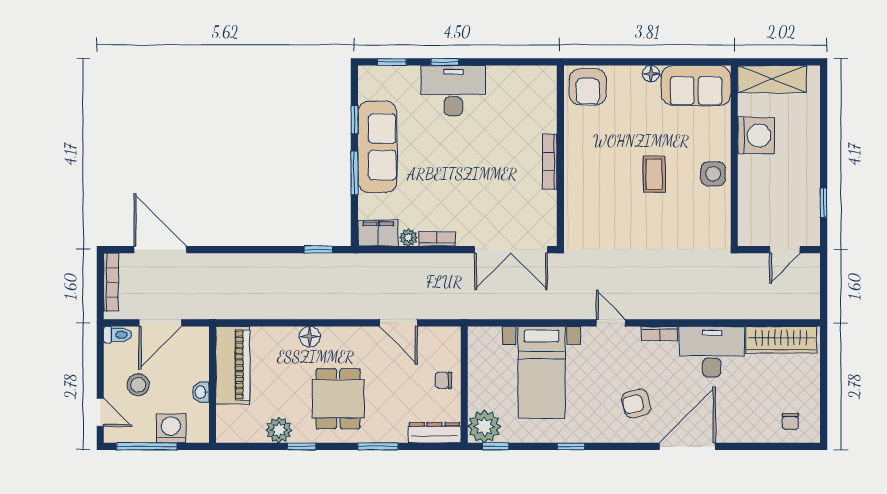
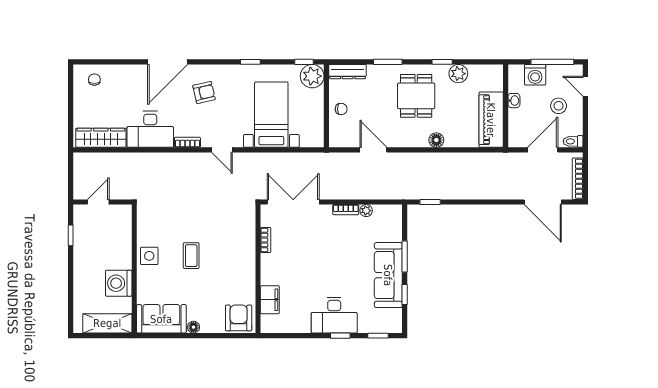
bookcase: (550, 162) -> (266, 240), moved, width x0.64
filing cabinet: (378, 233) -> (270, 300), moved, turned -90

